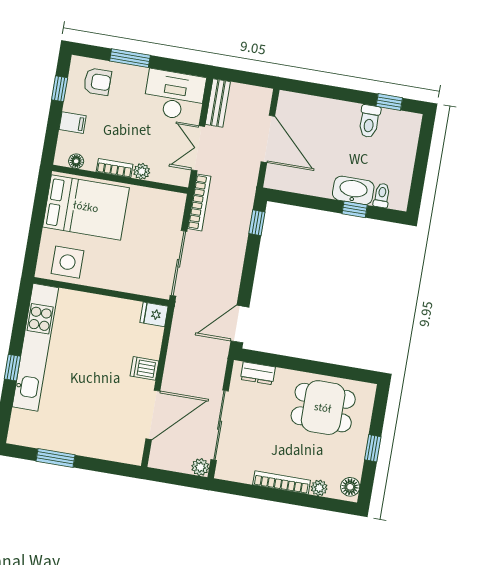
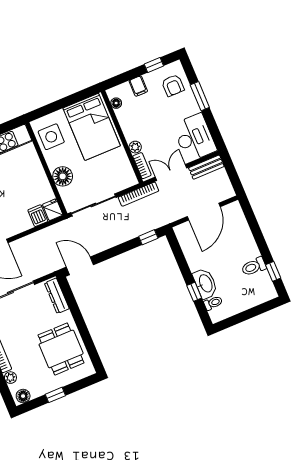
bookcase: (115, 168) -> (142, 166), moved
floor lamp: (122, 278) -> (63, 176), added
dishwasher: (144, 368) -> (38, 216), moved
dresser: (258, 373) -> (57, 296), width x1.44

